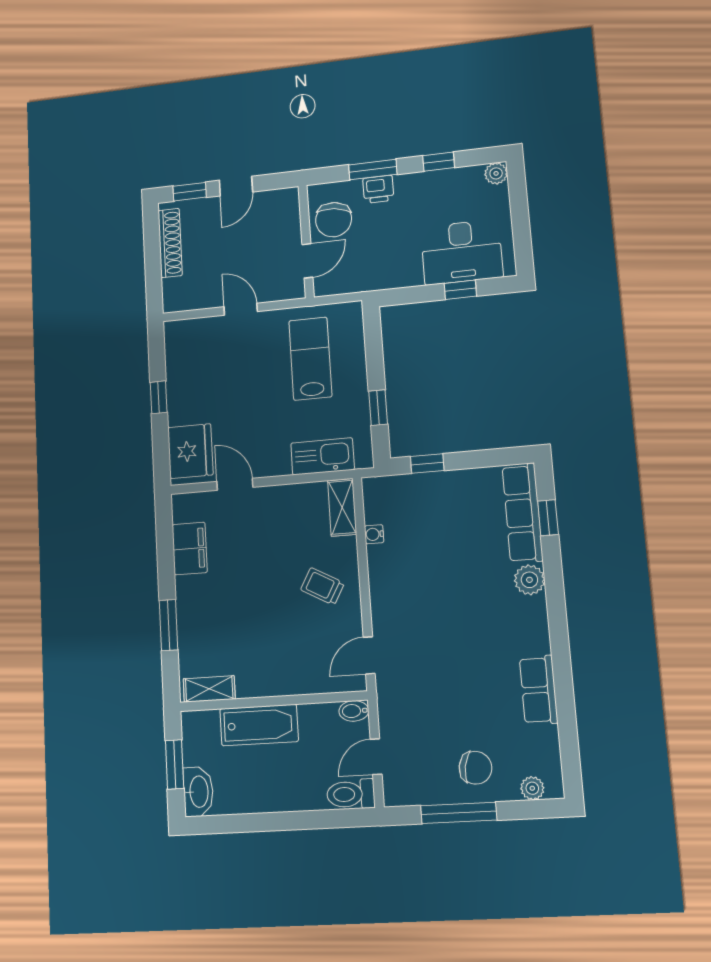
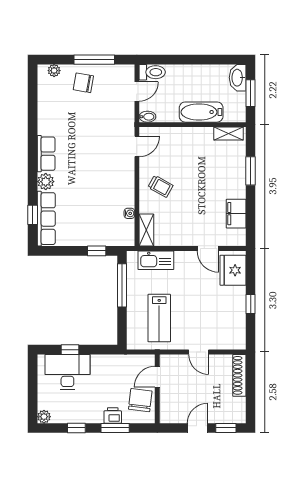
shoe rack: (170, 243) -> (239, 375), moved
window: (378, 408) -> (122, 285), width x2.17
row of seats: (539, 690) -> (46, 154), moved

